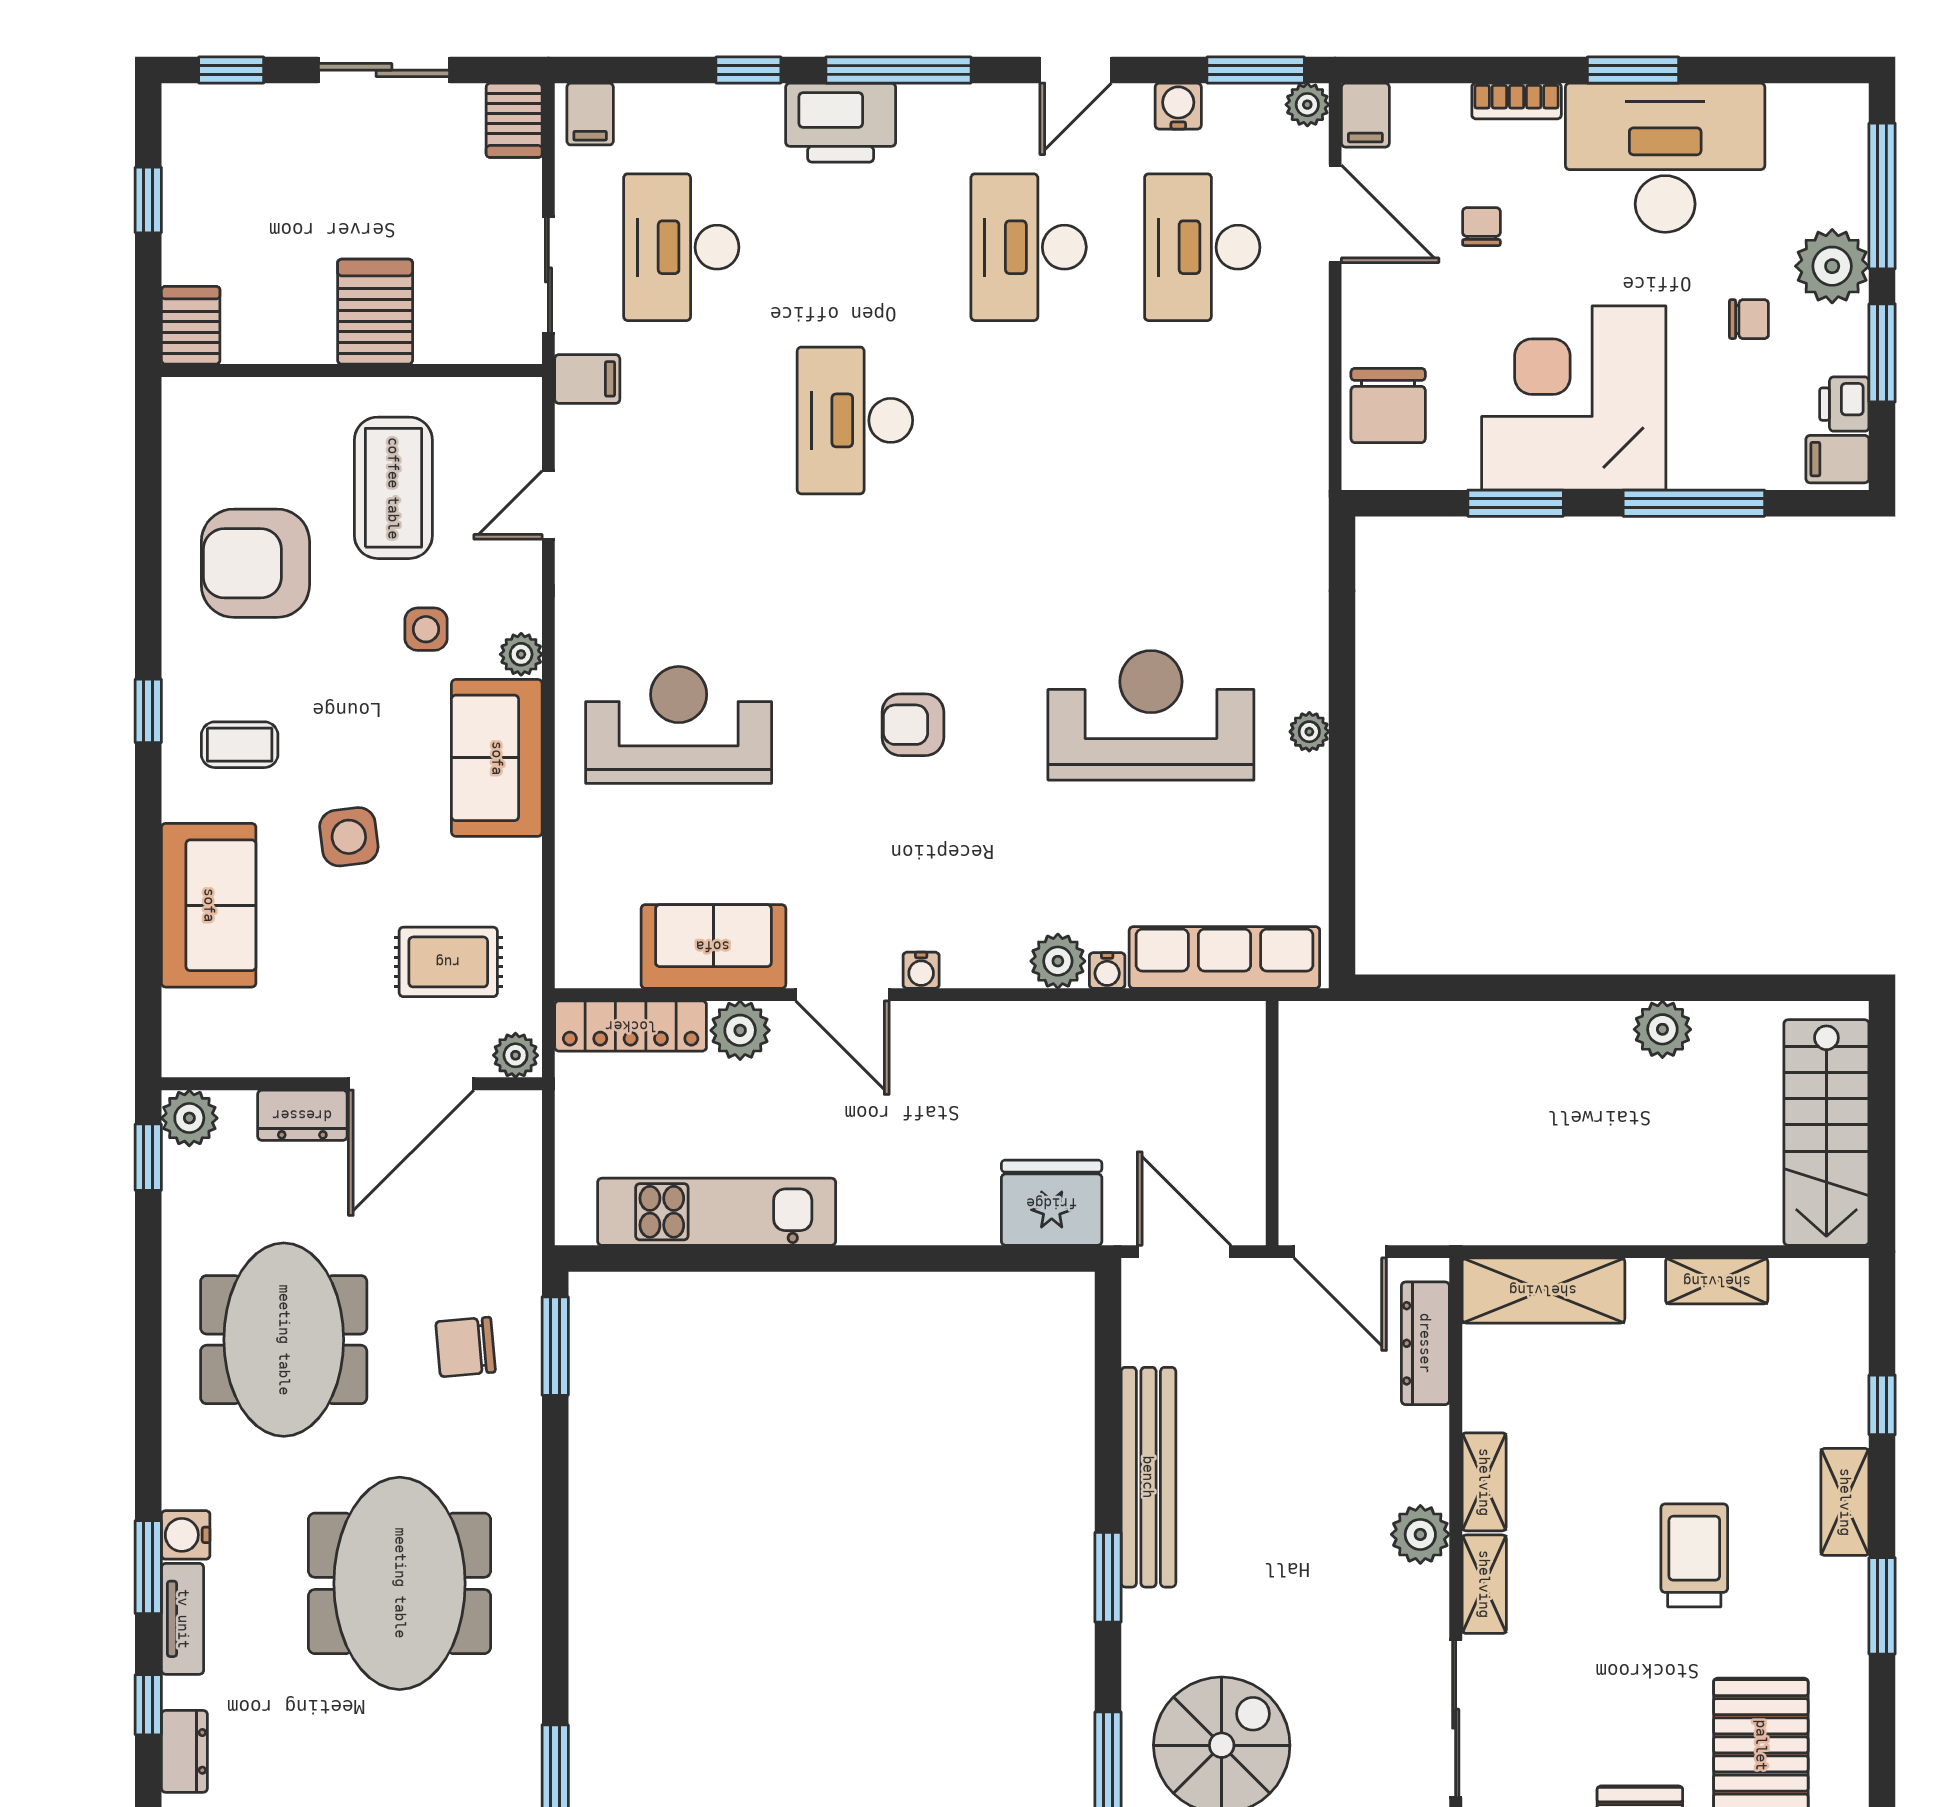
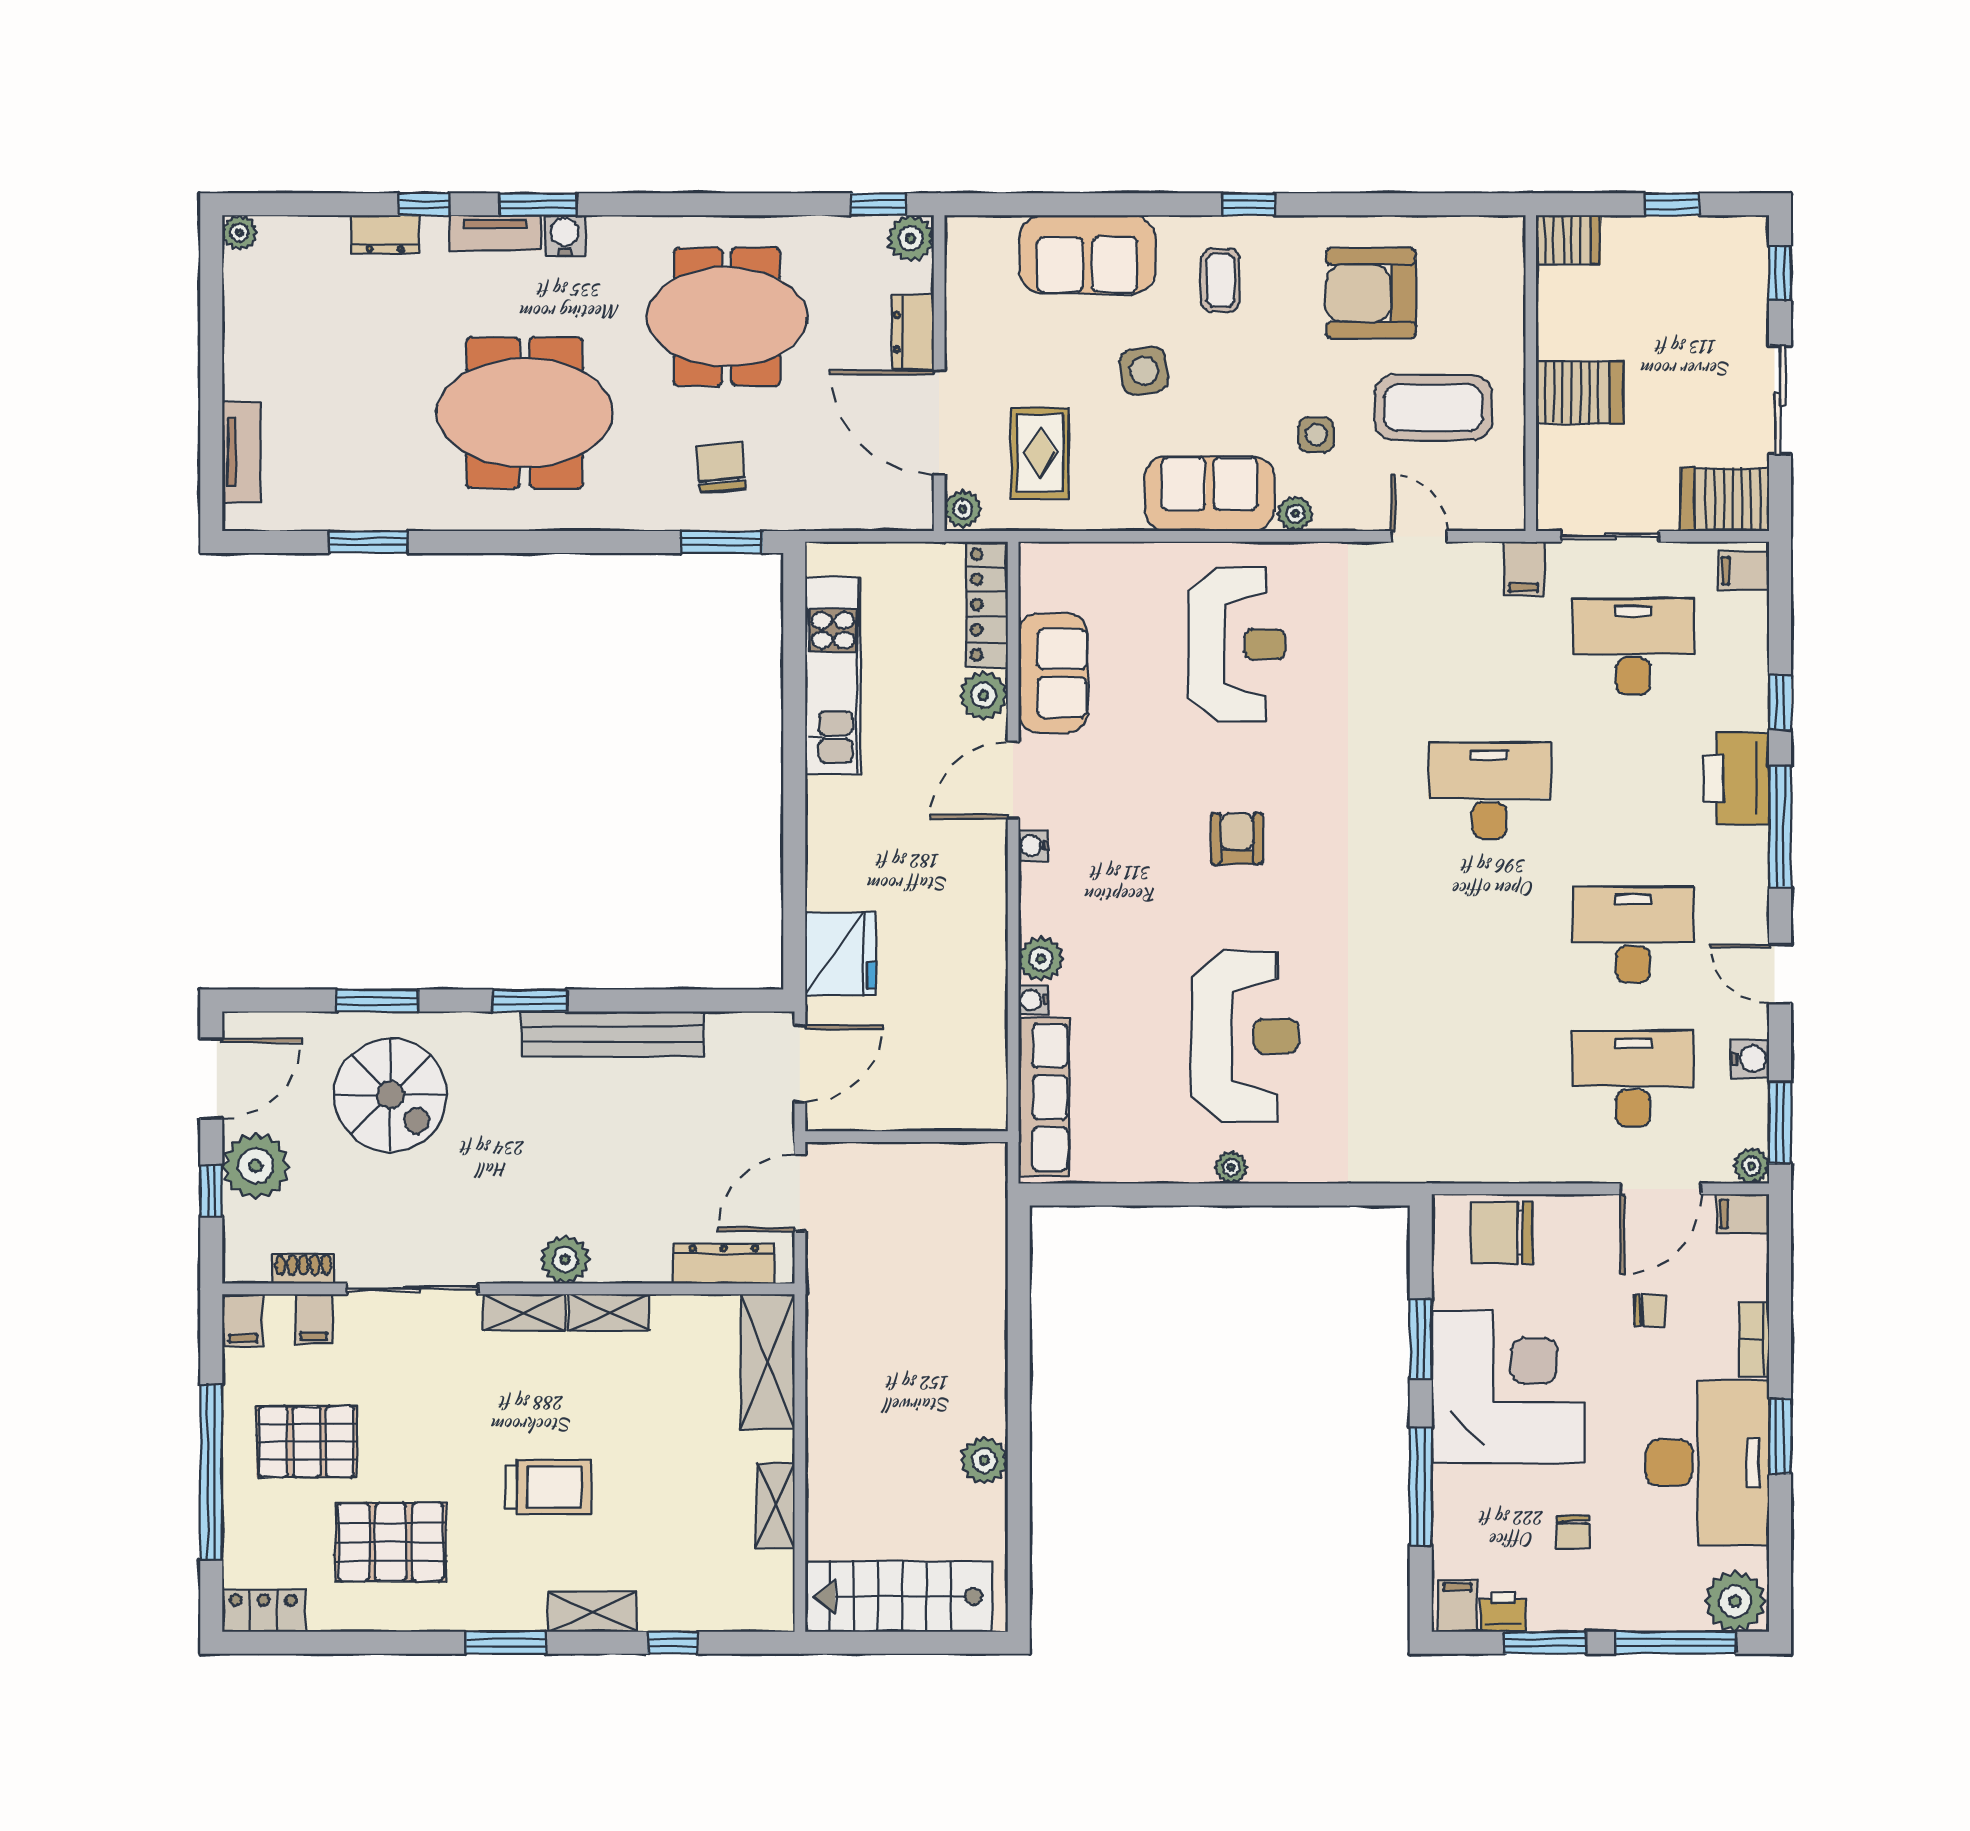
server rack: (514, 120) -> (1725, 499), width x1.36, depth x1.44
plant: (1832, 266) -> (1735, 1601), moved
armchair: (255, 563) -> (1371, 293), turned -90

